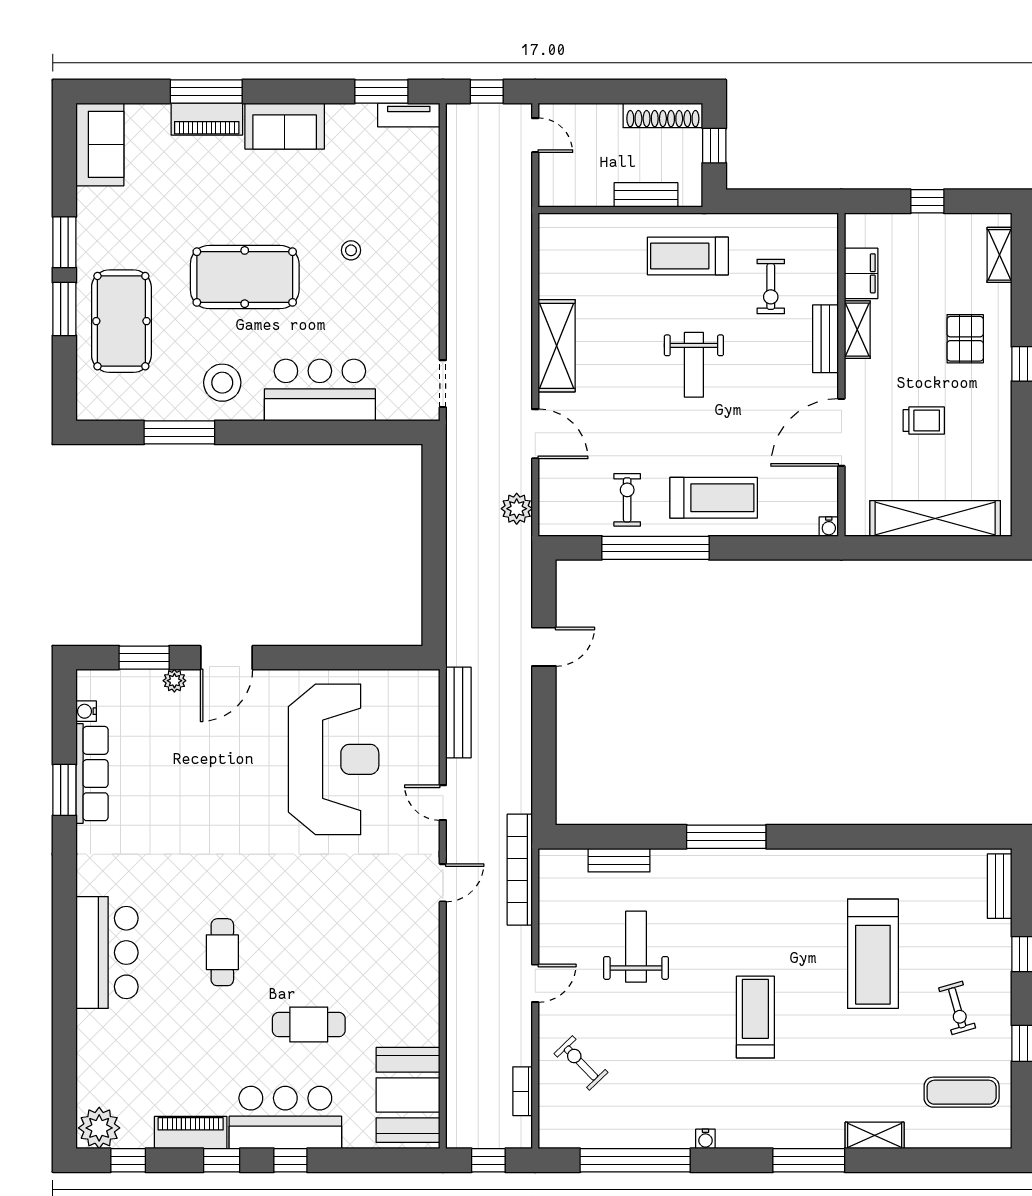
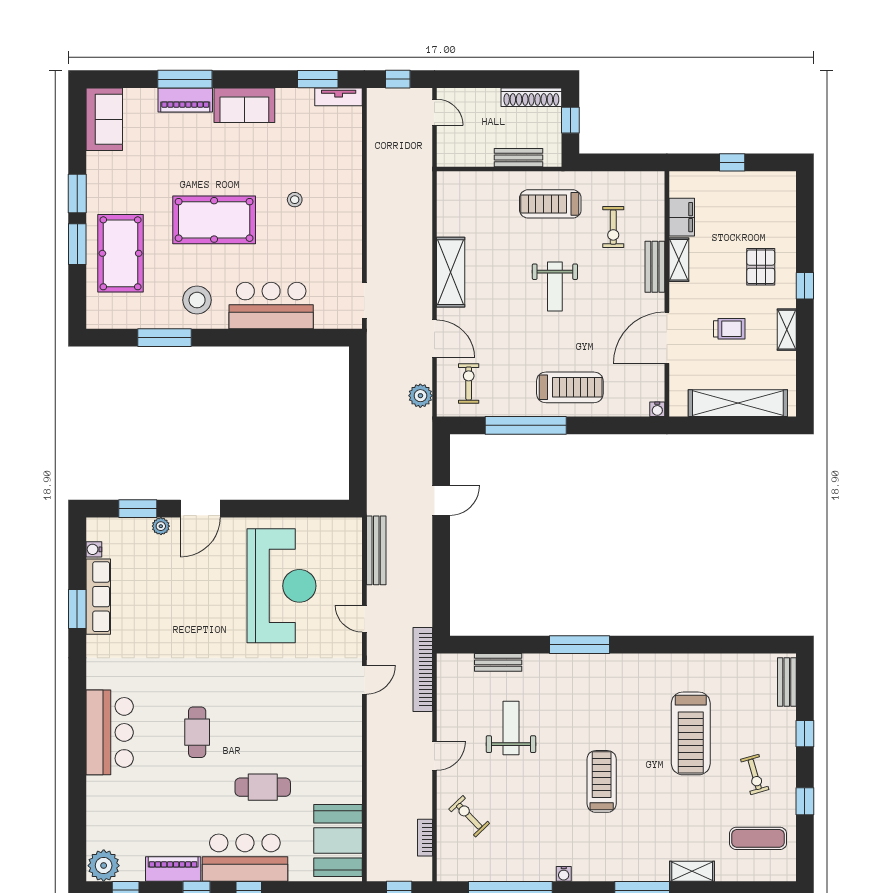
shelving: (999, 255) -> (787, 330), moved
exercise bike: (627, 500) -> (469, 383), moved

